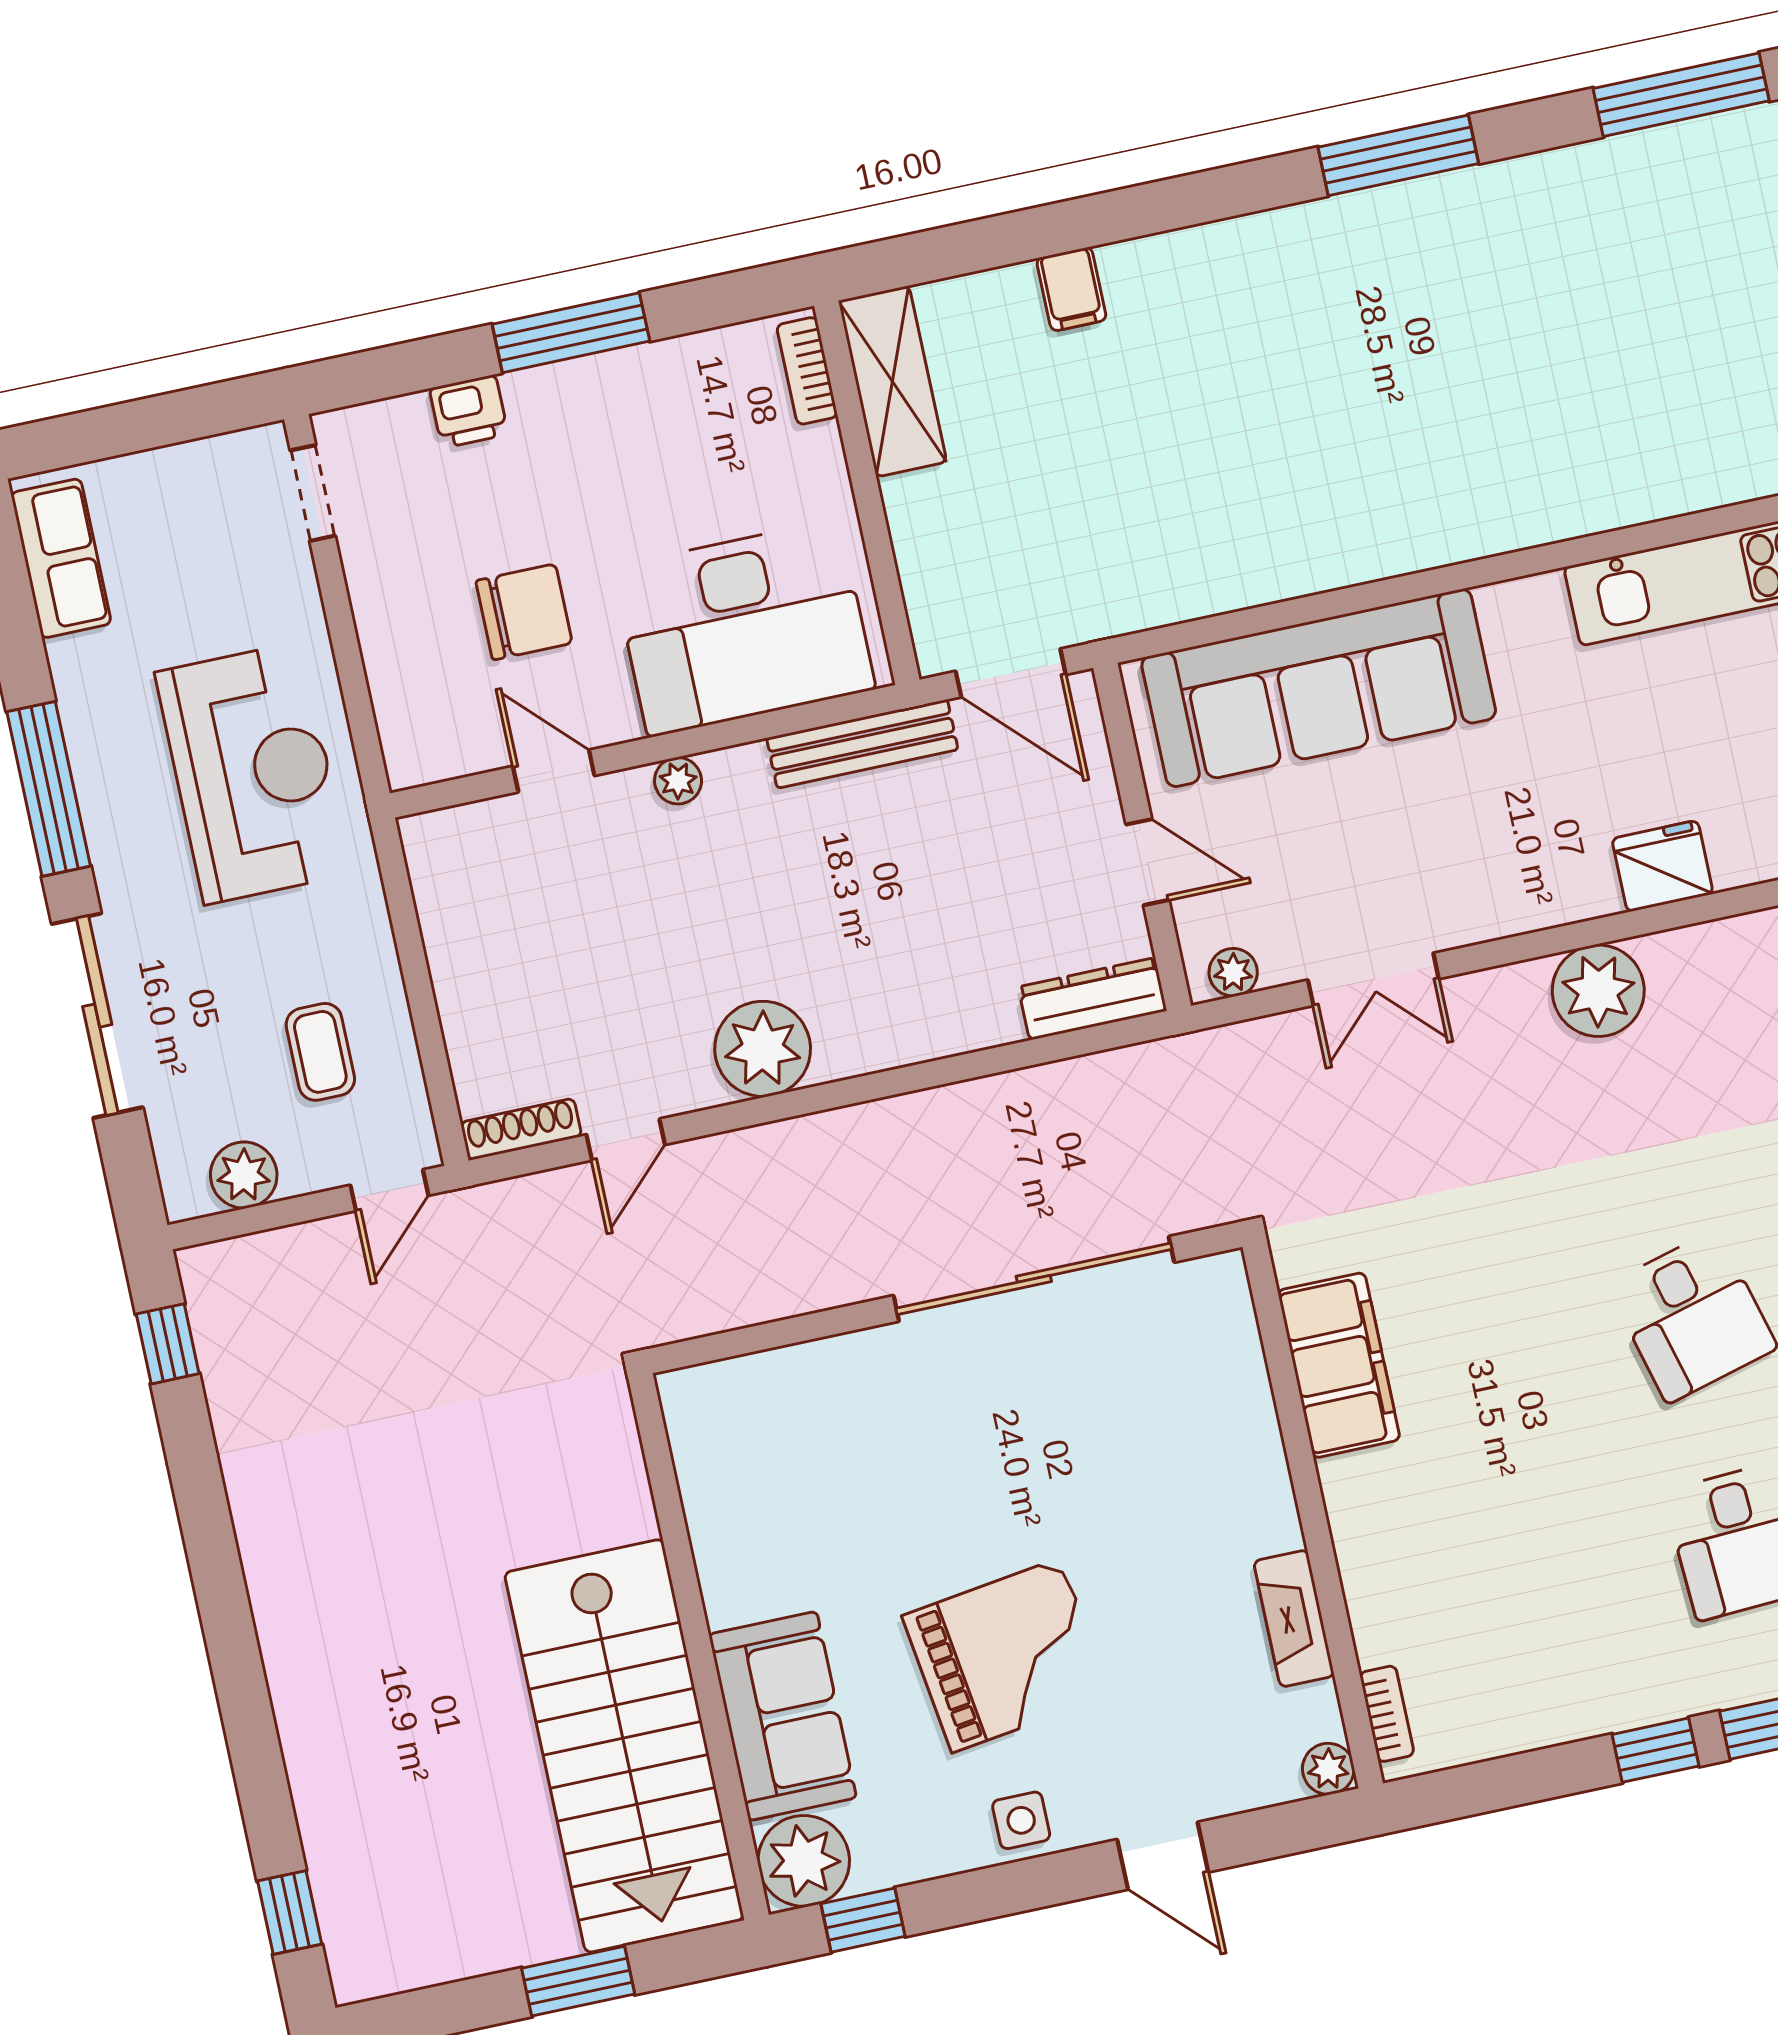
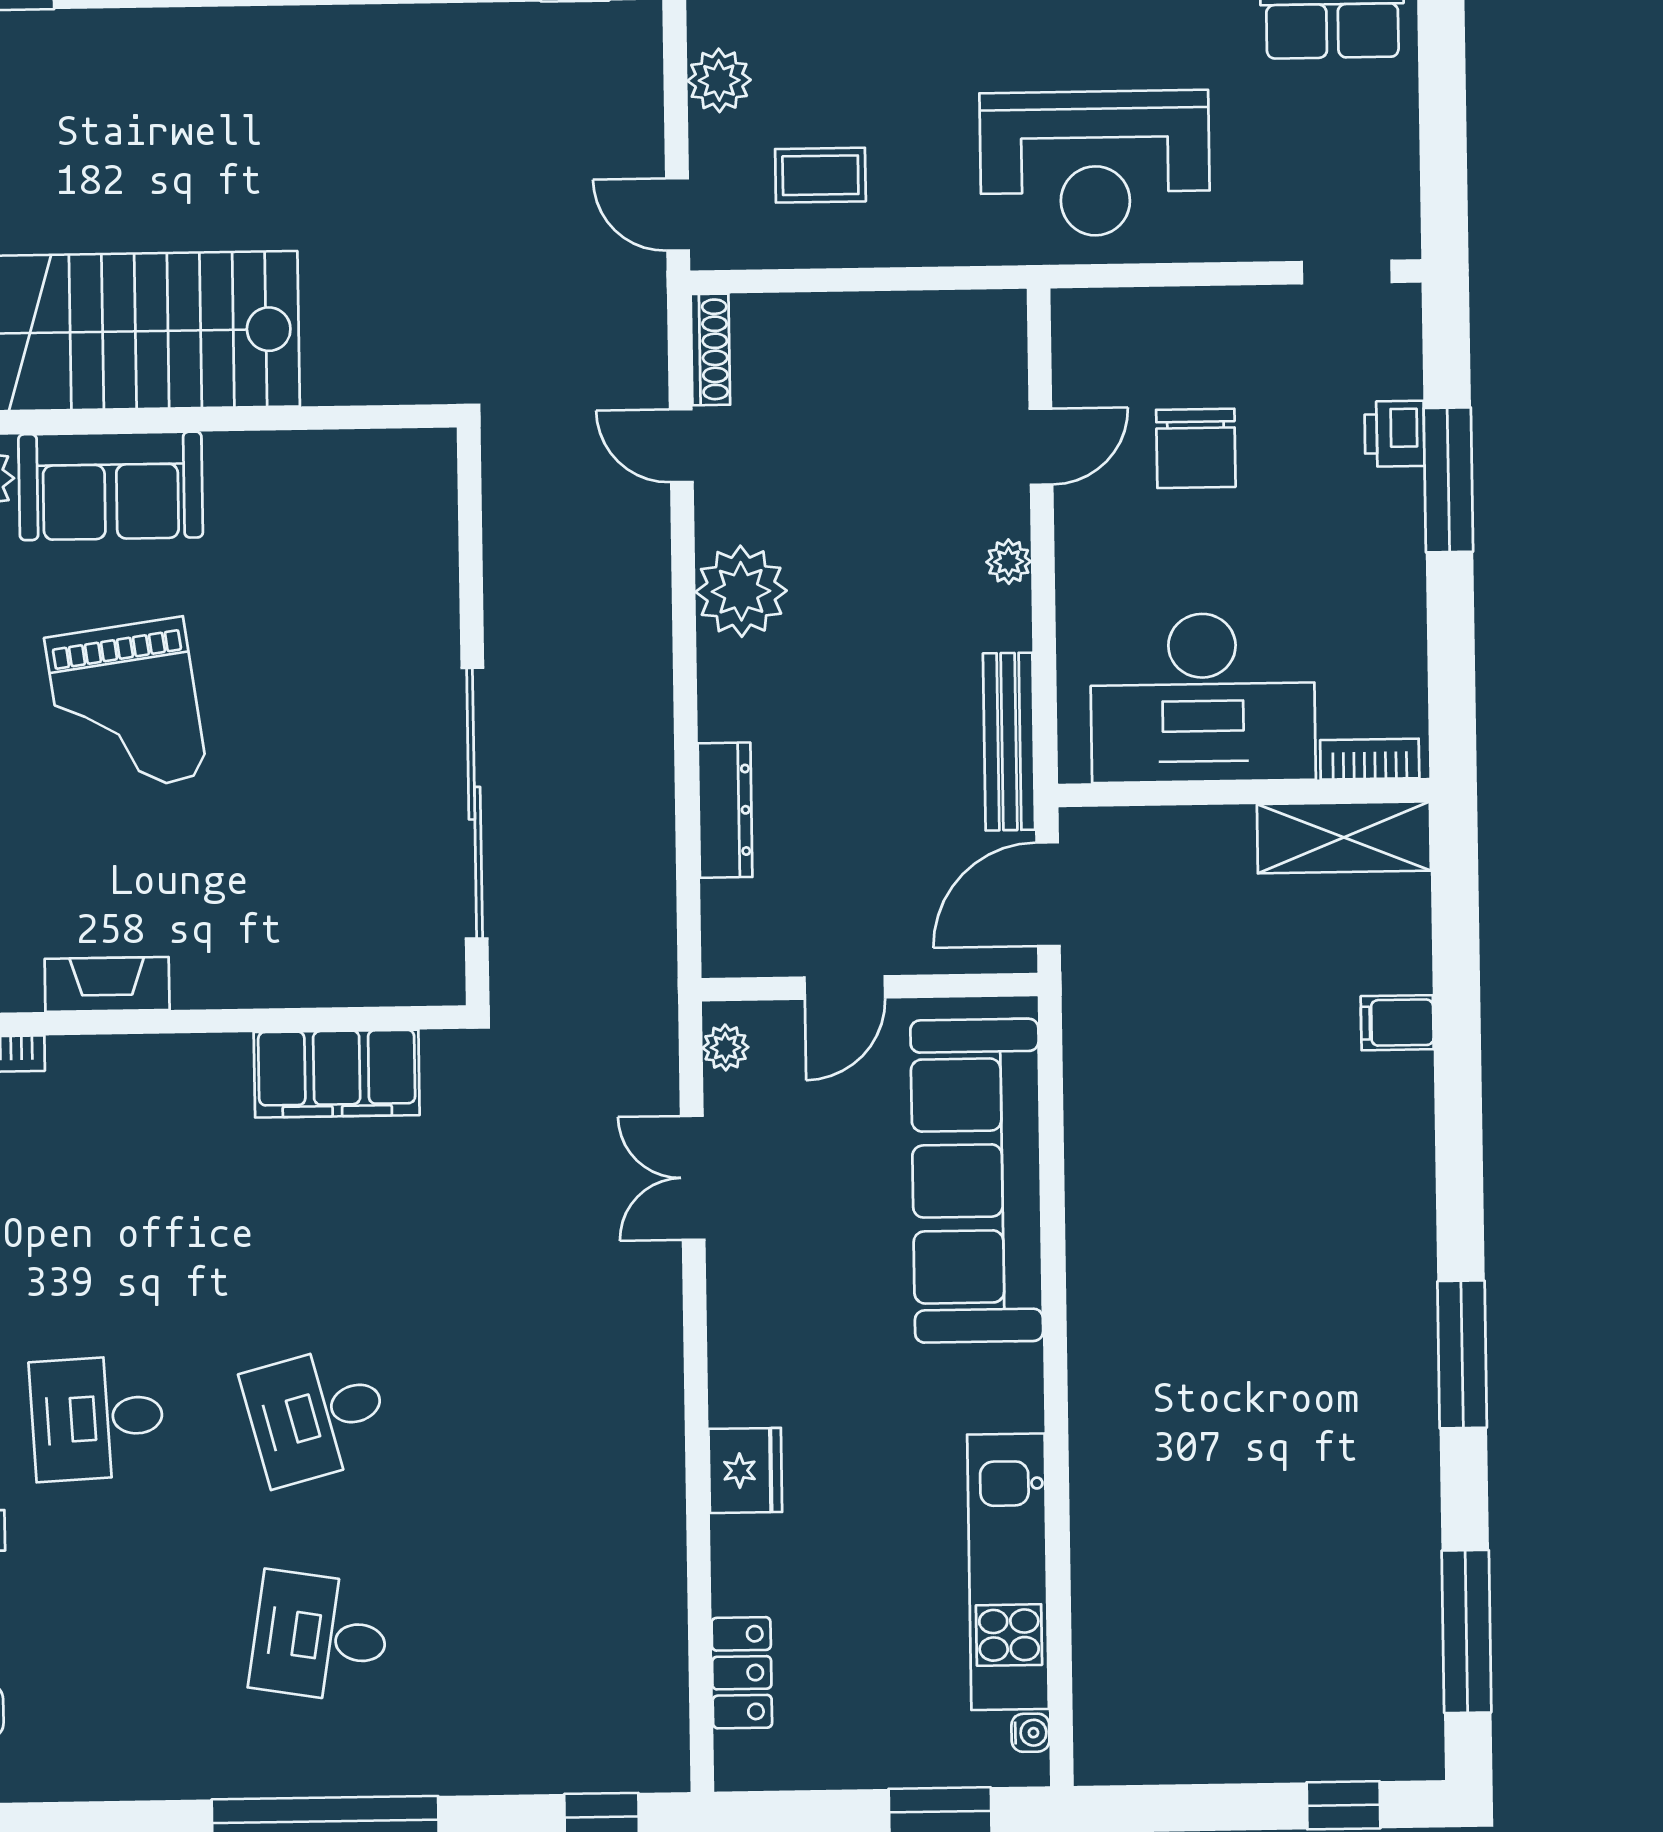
window: (571, 333) -> (1448, 480), moved
desk: (744, 628) -> (1203, 698), moved, turned -90
plant: (1598, 991) -> (640, 1387), removed
dresser: (1092, 999) -> (725, 810), moved

